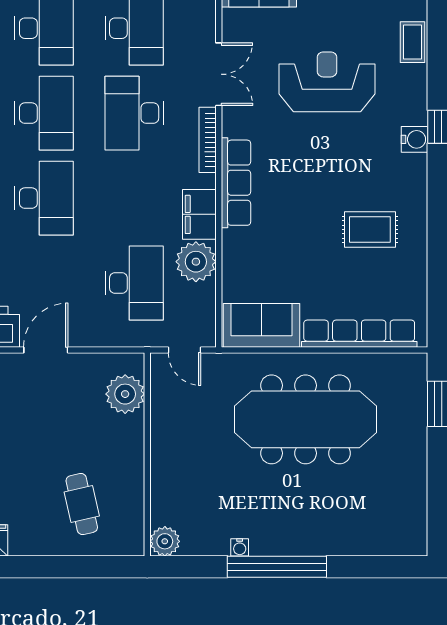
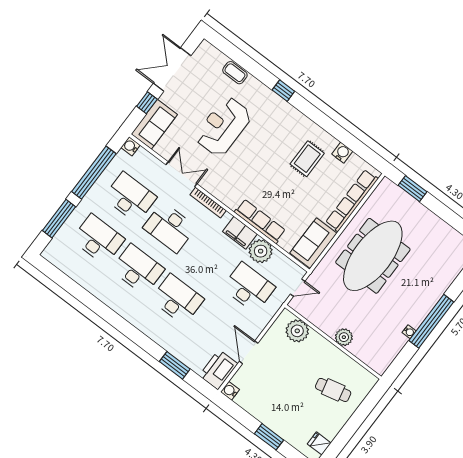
water cooler: (414, 139) -> (342, 153), moved
row of seats: (236, 183) -> (260, 221), moved
plant: (165, 541) -> (344, 337), moved

